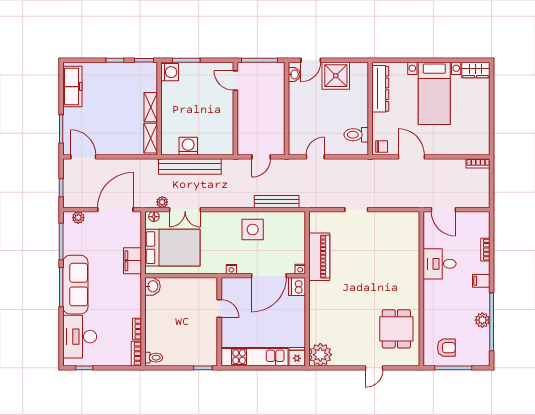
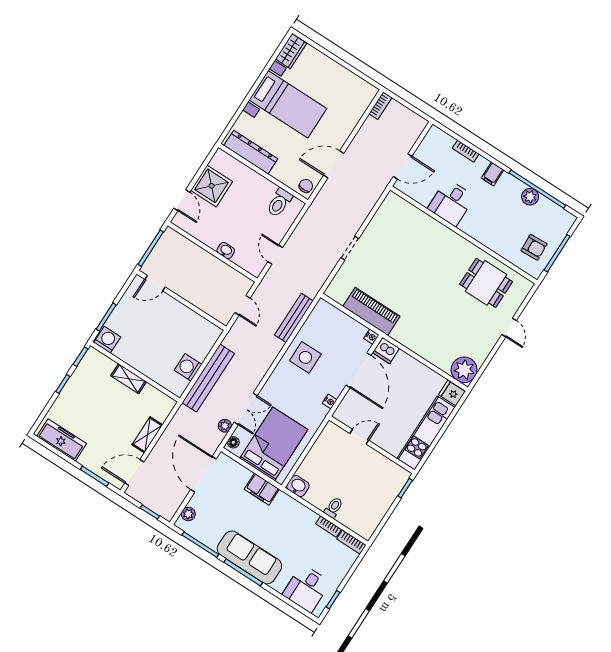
washbasin: (294, 74) -> (226, 251), moved
shelving: (151, 138) -> (147, 435), moved, turned 90
desk: (80, 337) -> (306, 588), width x0.73
armchair: (446, 348) -> (534, 247), turned 87
toilet: (154, 358) -> (334, 508), moved

